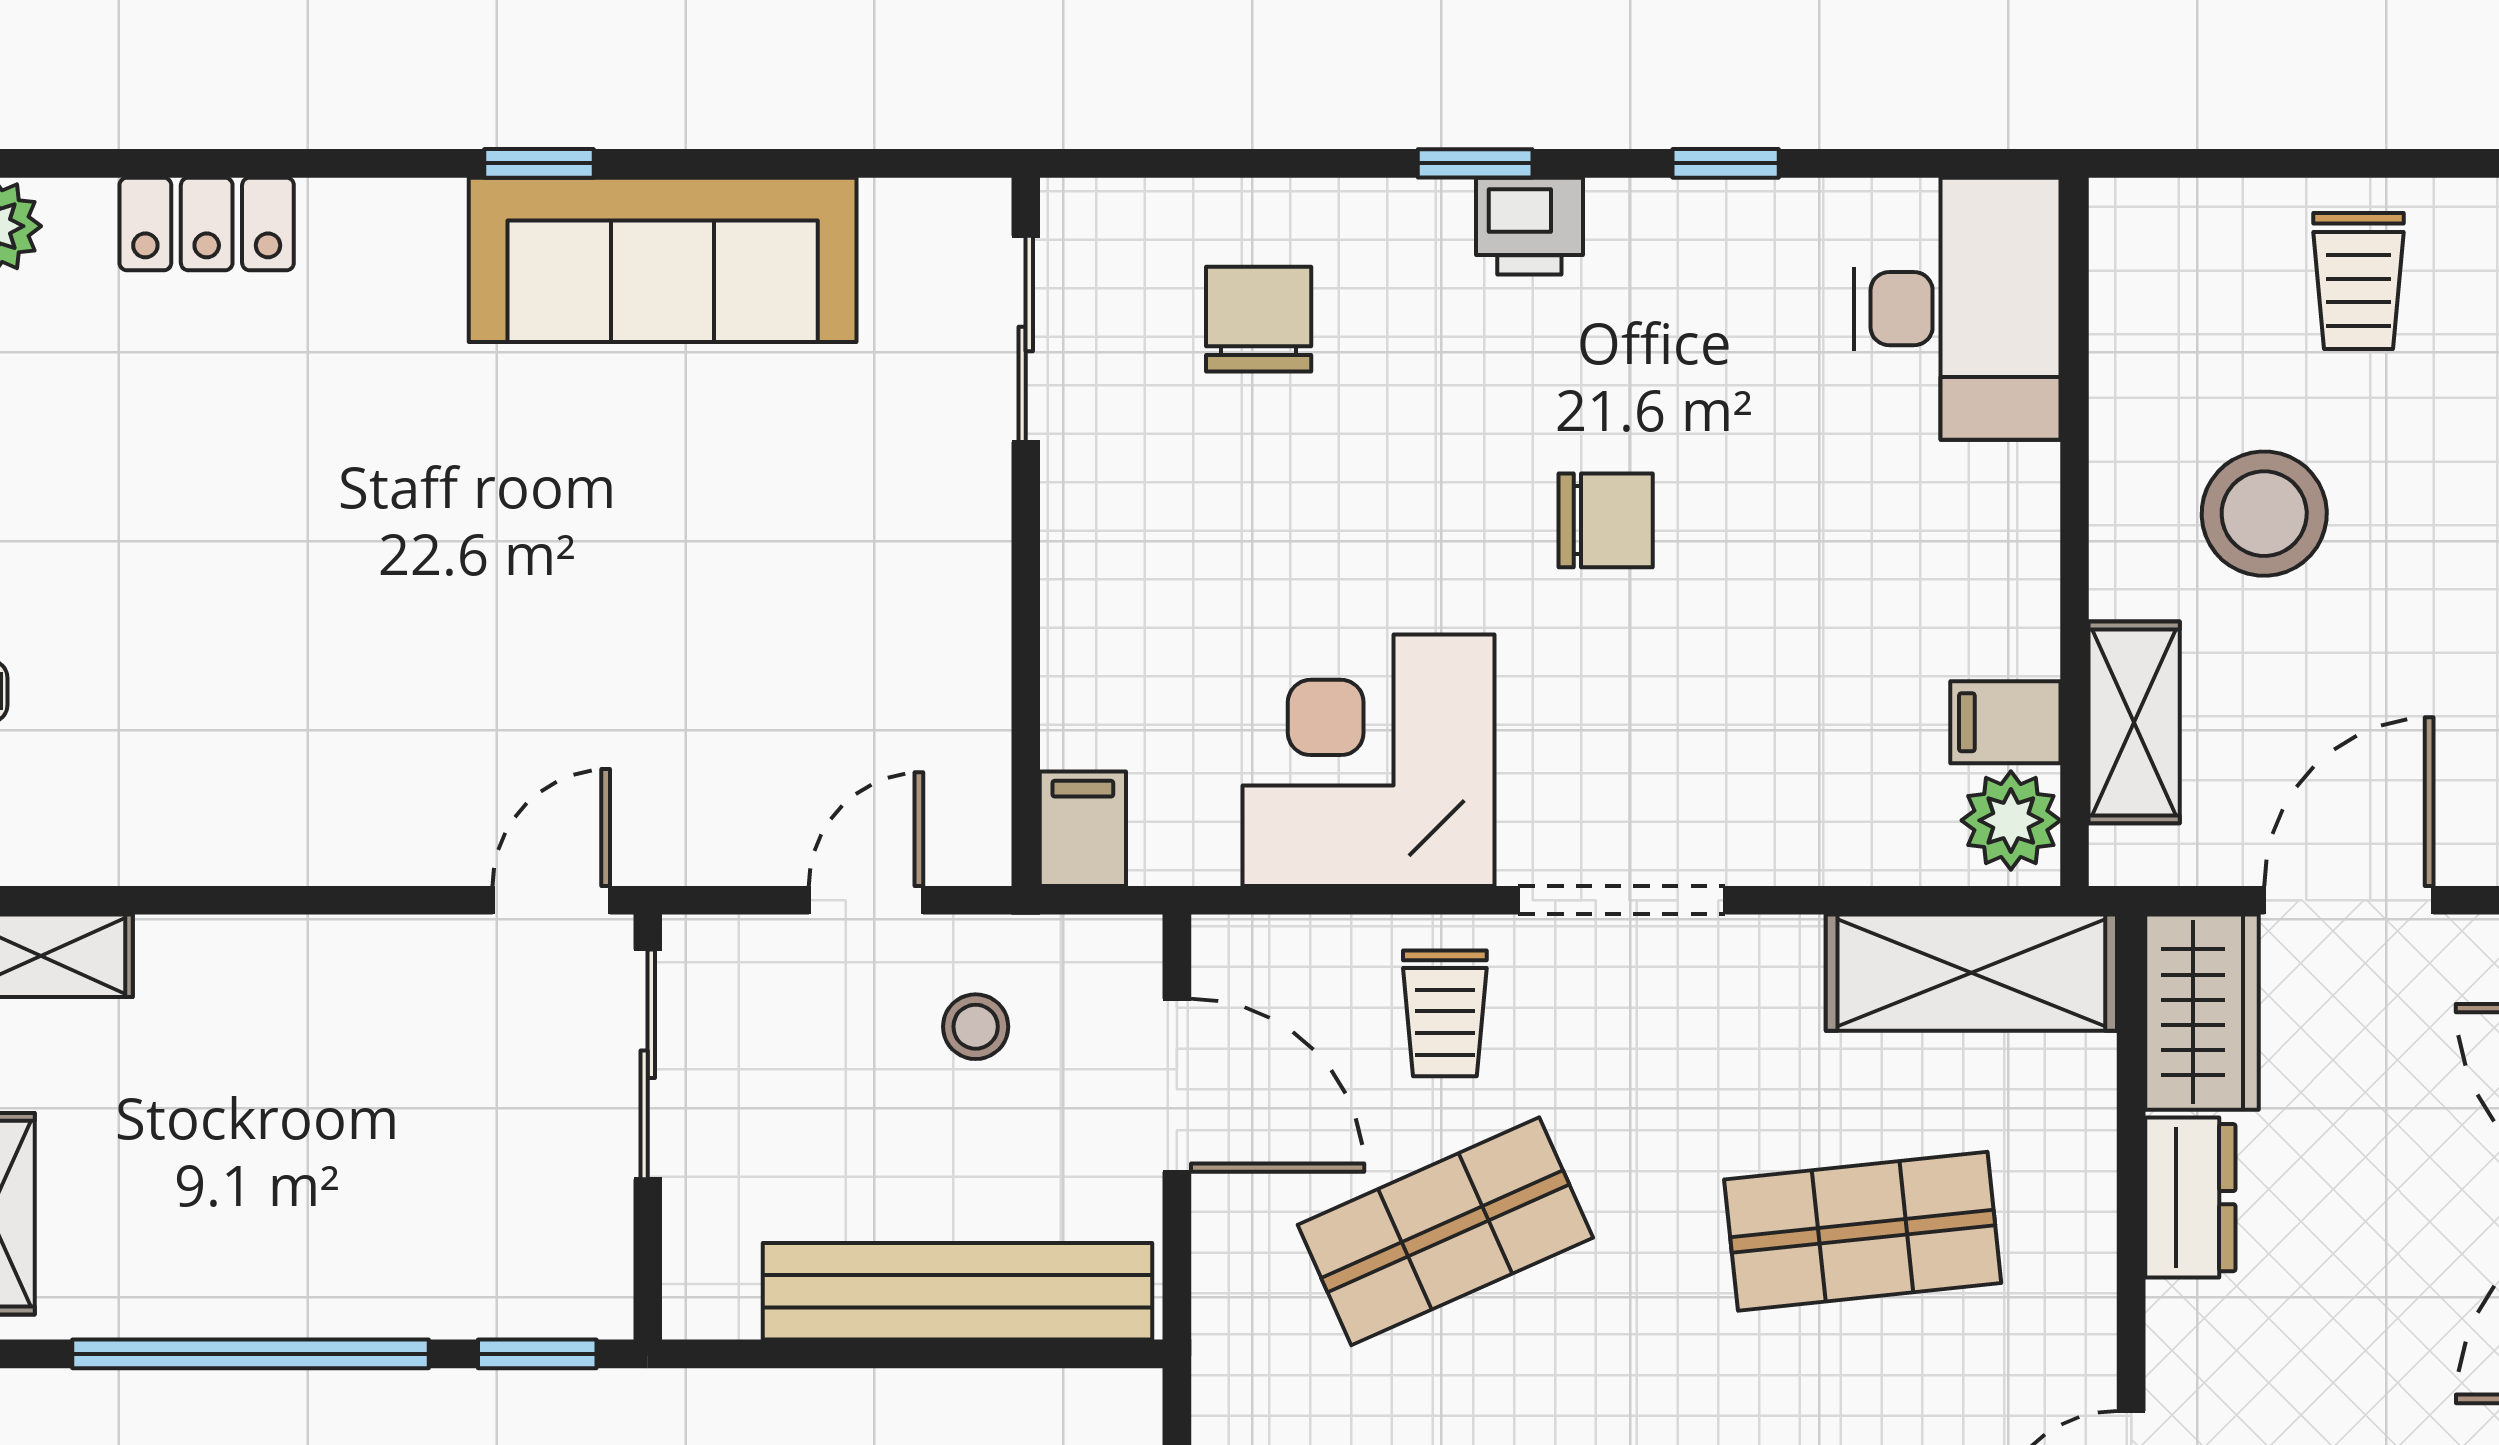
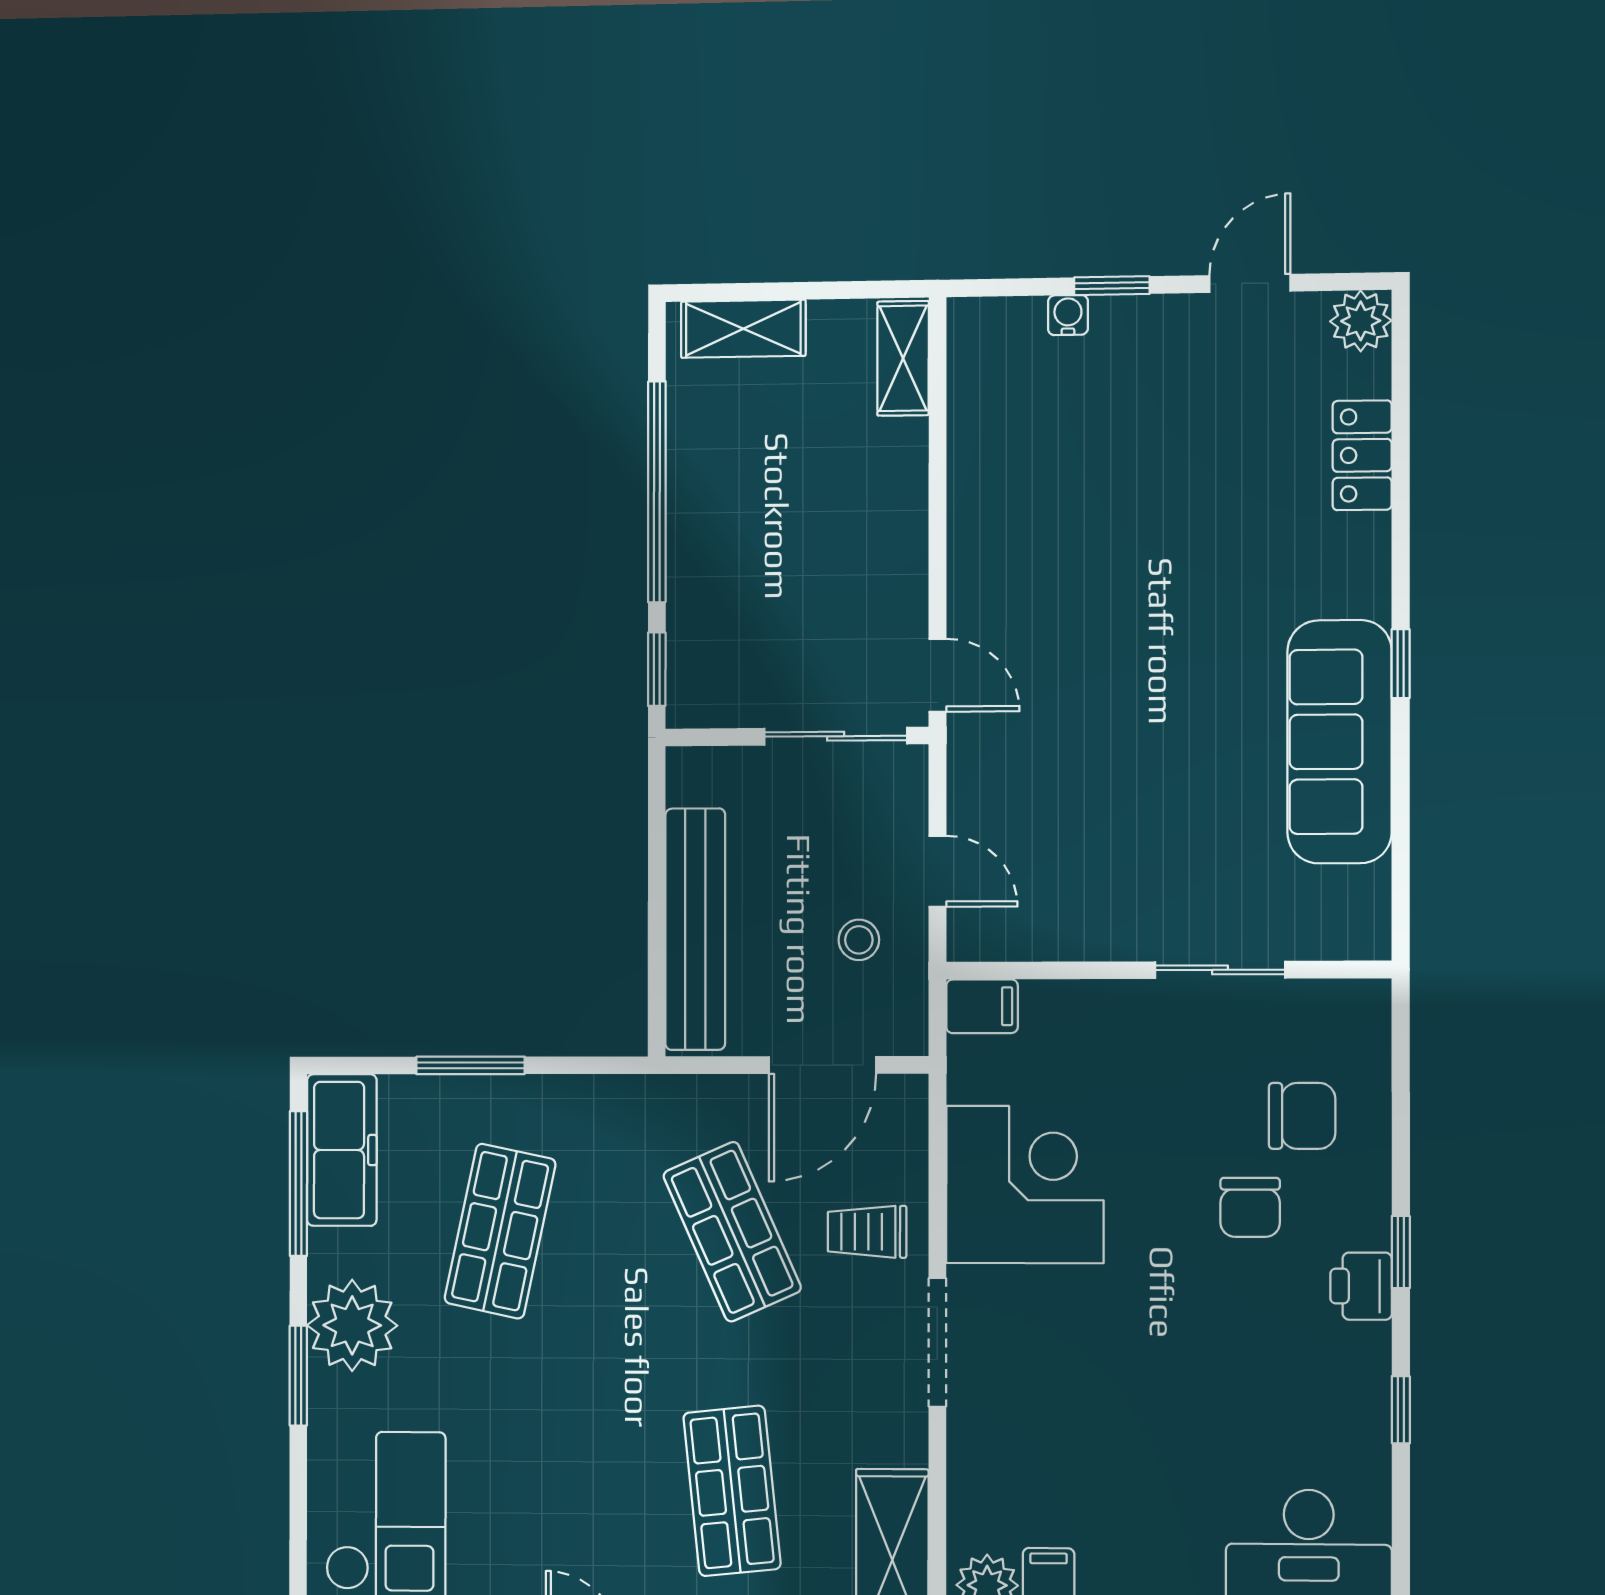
sliding door: (1026, 339) -> (1220, 970), moved
chair: (1606, 520) -> (1250, 1207), moved

